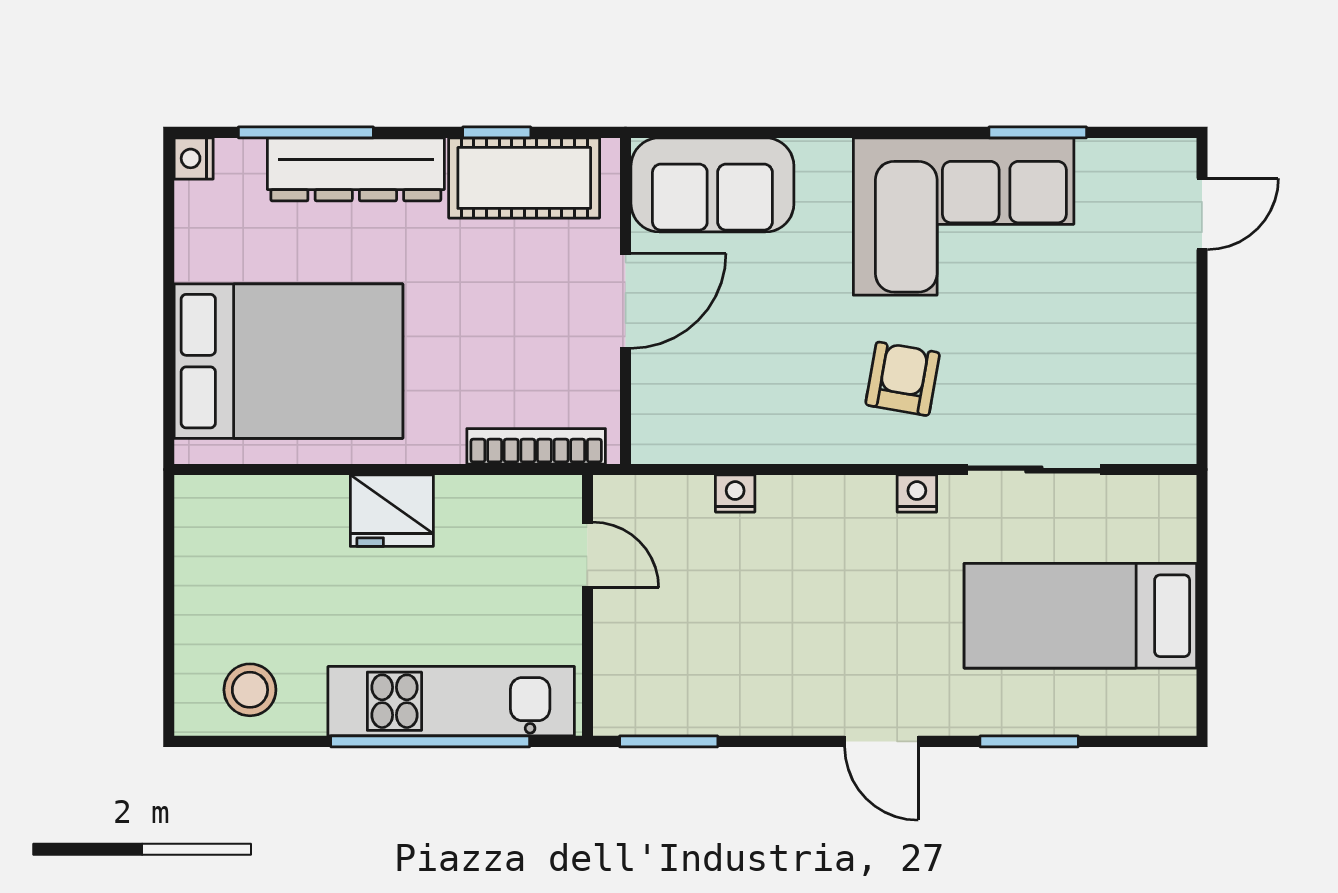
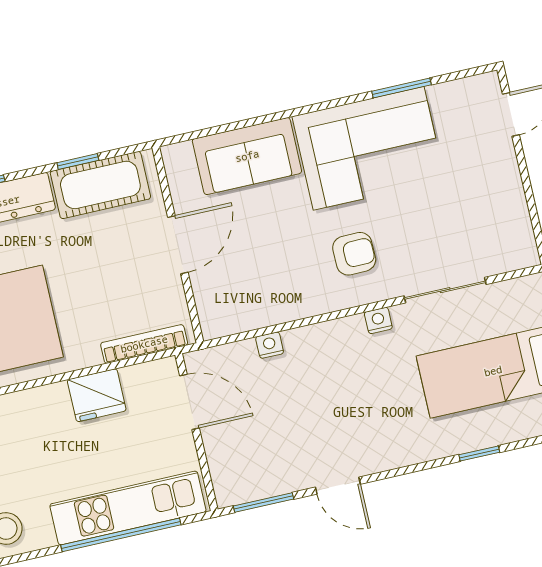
sofa: (712, 185) -> (247, 156), moved
armchair: (903, 379) -> (354, 254), turned 79
fridge: (392, 511) -> (97, 395), moved
door: (587, 555) -> (190, 402), width x1.38
door: (881, 741) -> (338, 486), moved
window: (1029, 741) -> (479, 453), width x0.67

